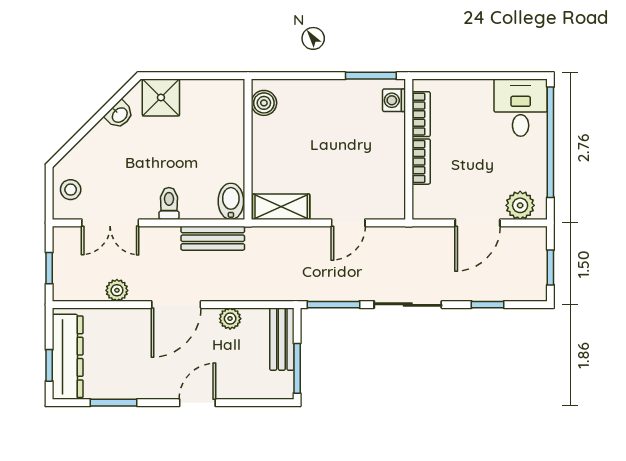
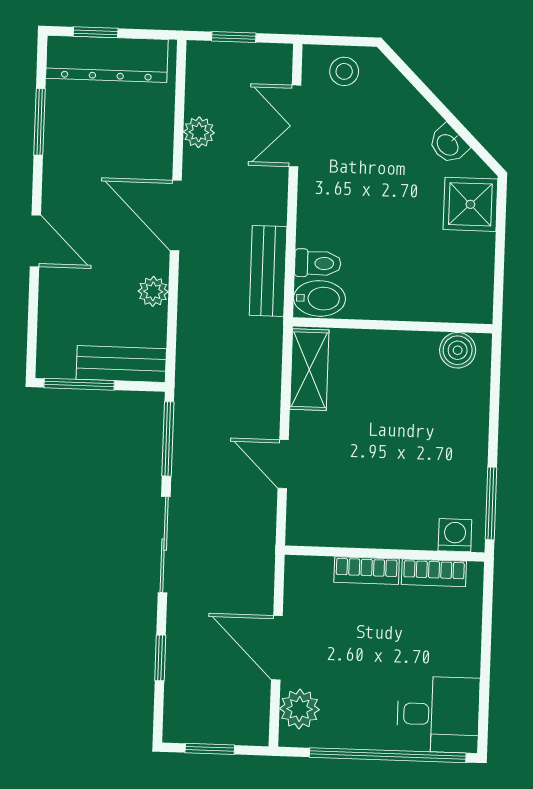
toilet: (169, 203) -> (318, 263), moved

